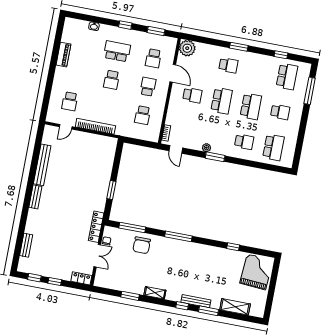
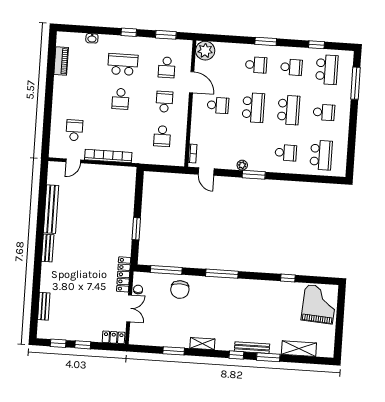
piano: (63, 55) -> (61, 61), moved
school desk: (258, 71) -> (291, 67), added
school desk: (70, 101) -> (74, 130), turned 180

